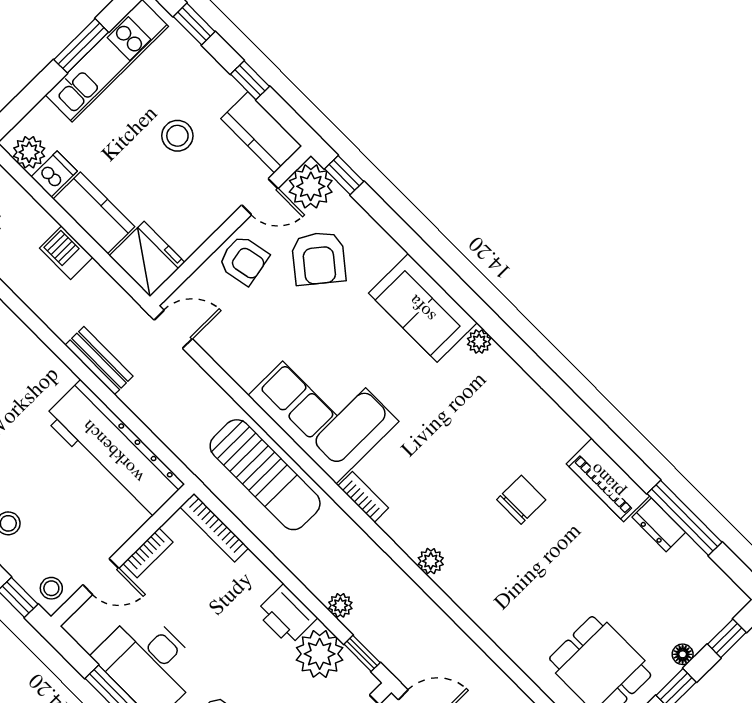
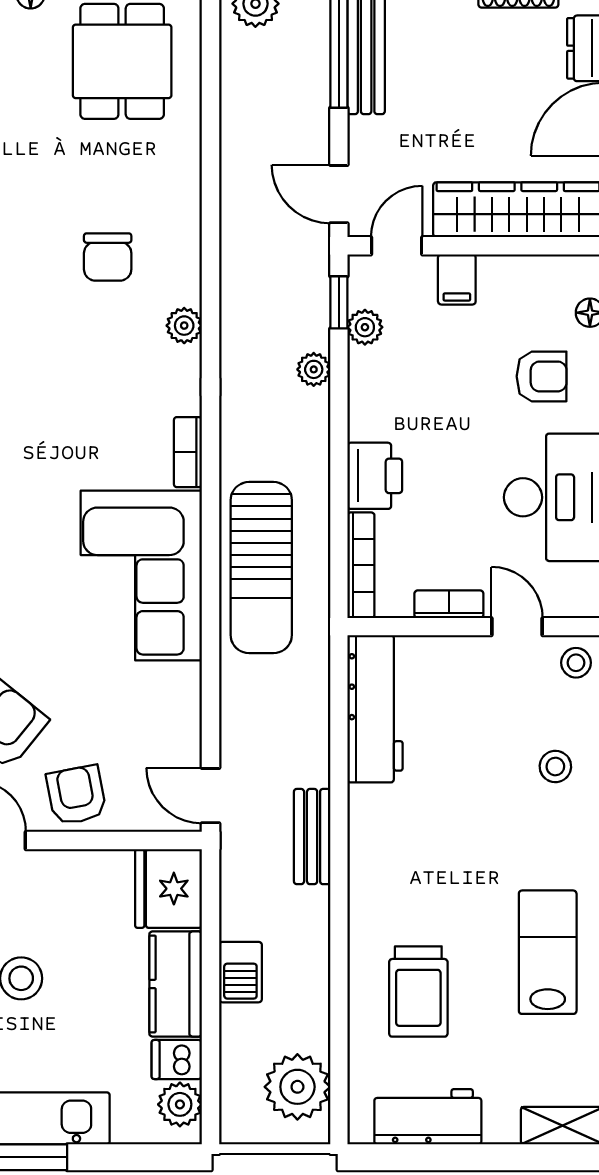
workbench: (114, 451) -> (375, 709), width x0.73, depth x0.76
sun lounger: (265, 475) -> (261, 568), turned 180
chair: (521, 500) -> (108, 257), moved, turned -90
printer: (286, 615) -> (375, 476), moved
plant: (320, 654) -> (365, 327), width x0.53, depth x0.53

